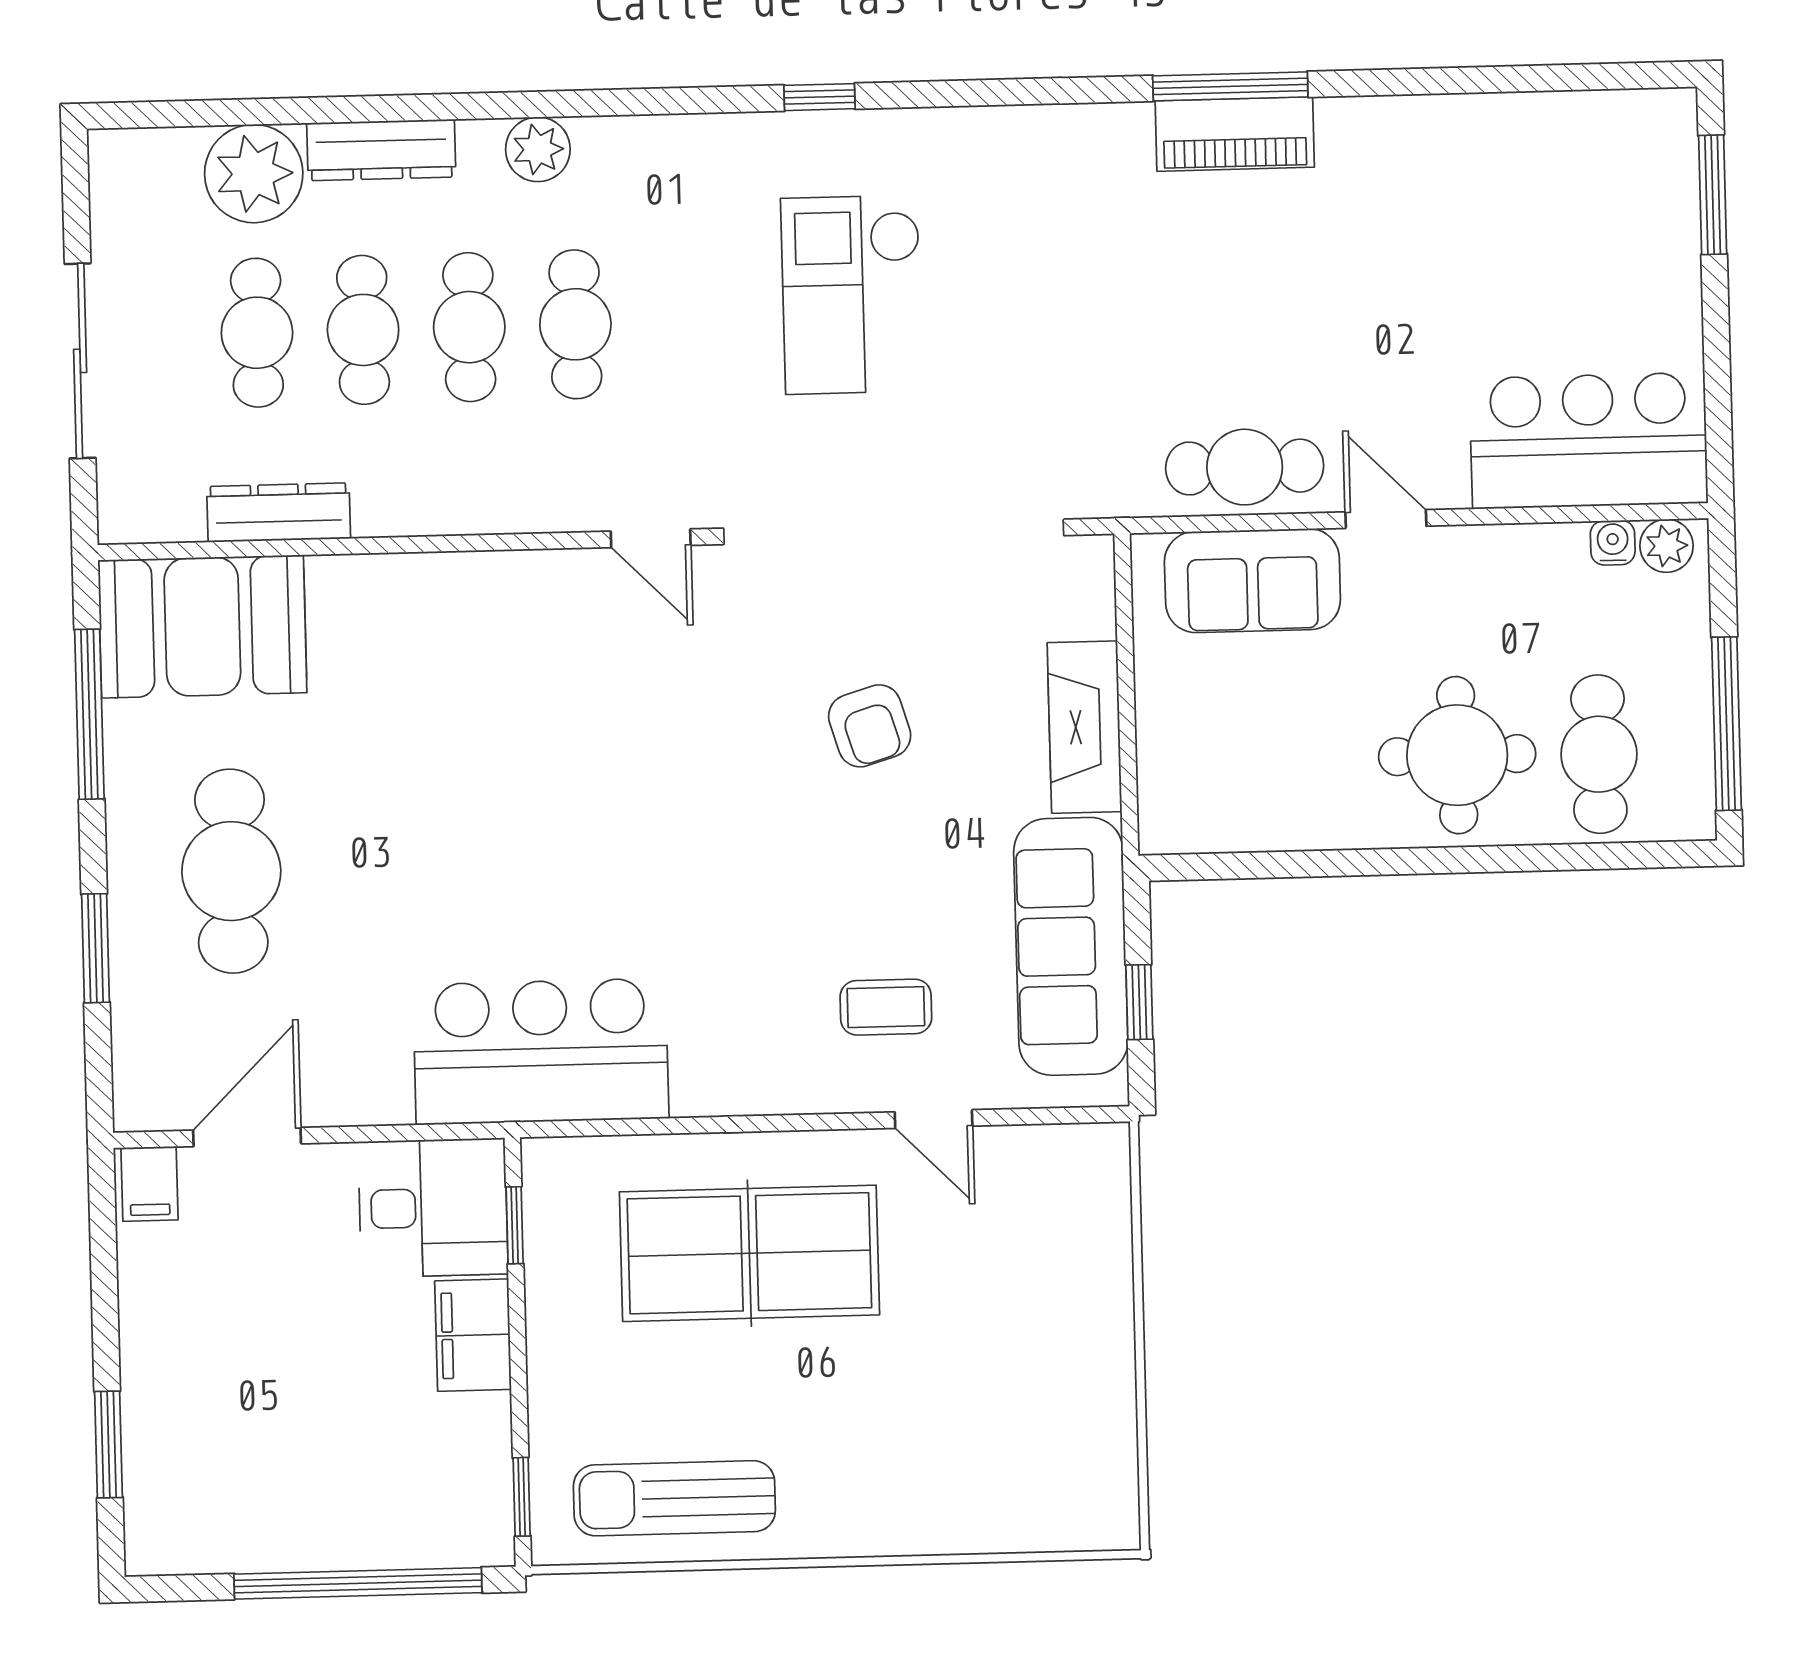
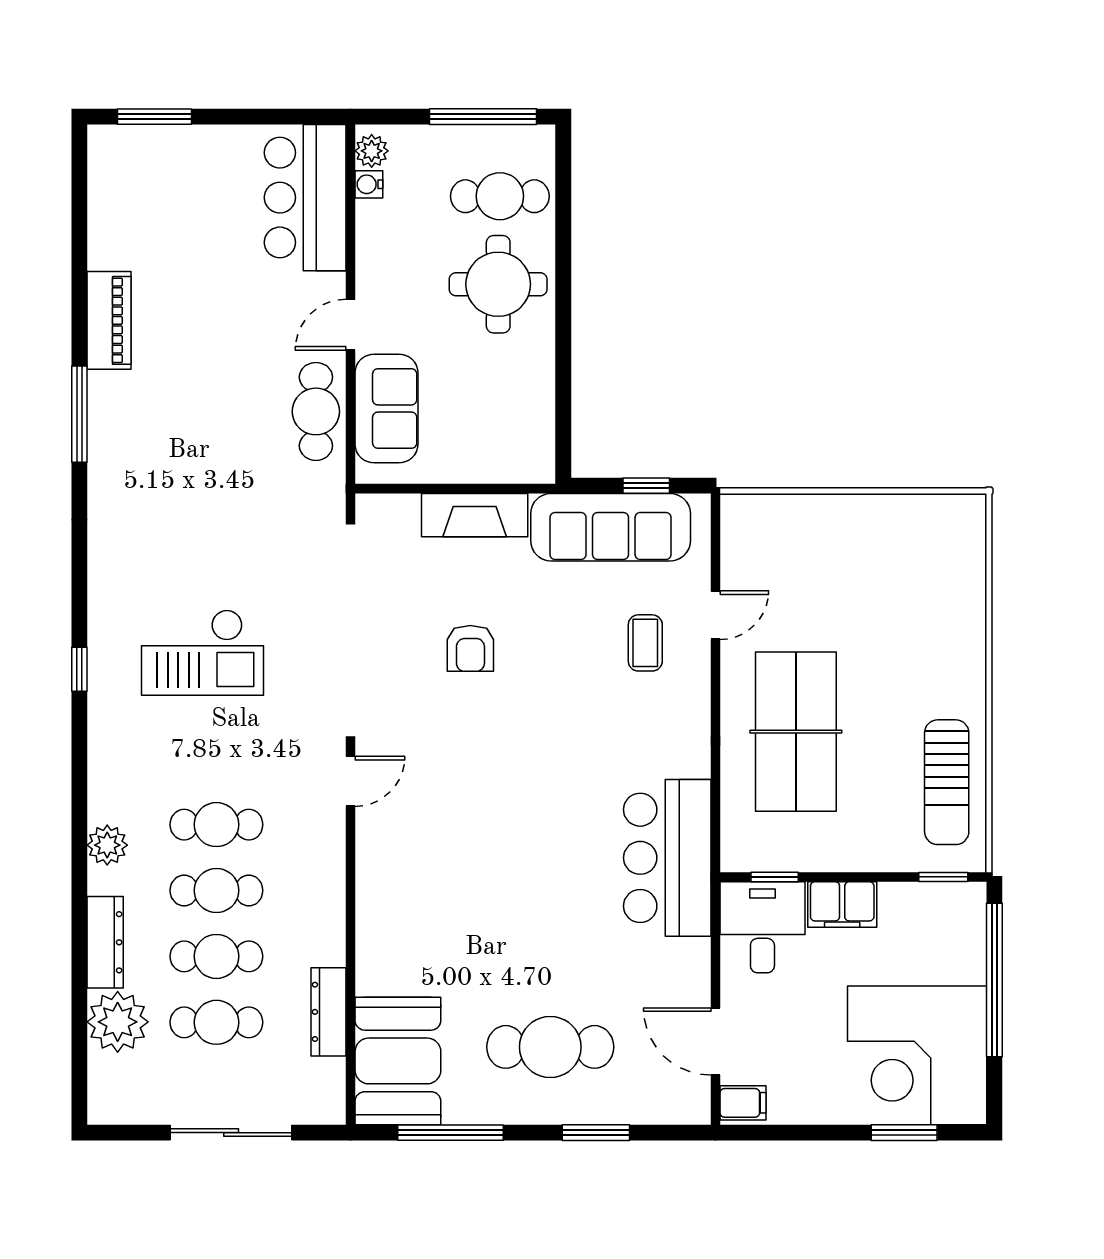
piano: (1235, 134) -> (109, 320), moved
armchair: (870, 726) -> (470, 648), turned 107
corner desk: (233, 1462) -> (917, 1055), added

